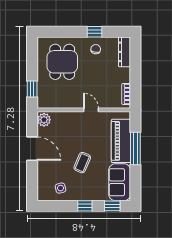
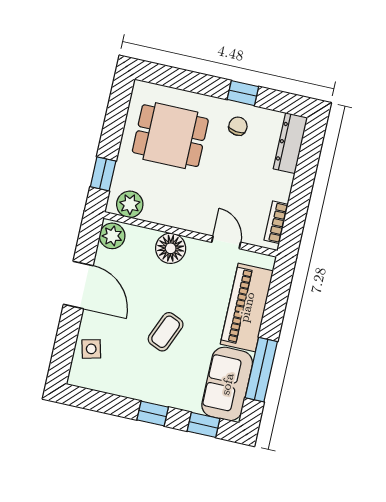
dining table: (62, 62) -> (170, 136), turned 90
plant: (49, 102) -> (130, 204), added
door: (91, 110) -> (226, 242), moved
floor lamp: (75, 119) -> (171, 248), added
window: (135, 148) -> (261, 370), moved
side table: (61, 188) -> (91, 349), moved

